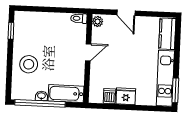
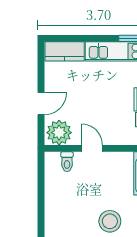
toilet: (79, 18) -> (67, 162), moved
plant: (98, 21) -> (59, 133), width x1.87, depth x1.87

